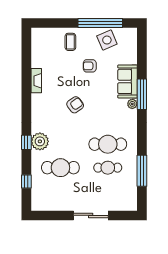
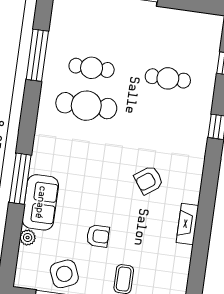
plant: (132, 104) -> (28, 238), moved
armchair: (75, 105) -> (149, 180), moved
plant: (40, 141) -> (195, 125), removed
cafe table: (60, 168) -> (168, 78), width x0.73, depth x0.74

